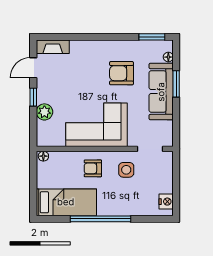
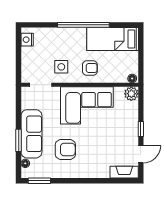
plant: (44, 112) -> (131, 94), moved

